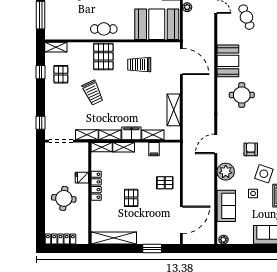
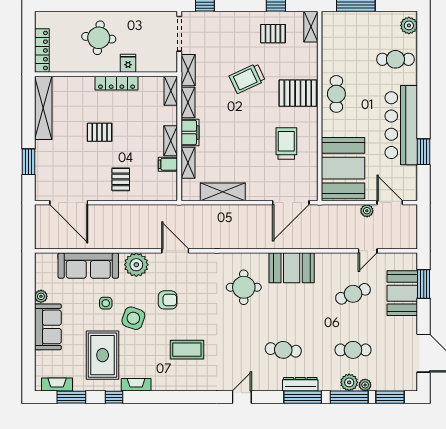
shelving: (124, 147) -> (171, 141), moved
sofa: (226, 206) -> (88, 266), width x1.36
locker: (60, 239) -> (42, 50), moved
plant: (223, 240) -> (41, 296), moved

